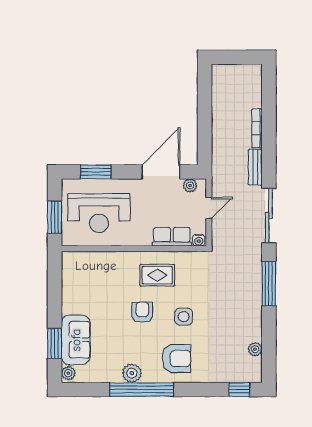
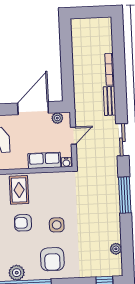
sliding door: (269, 216) -> (122, 140), width x0.73
rug: (157, 275) -> (19, 190), moved, turned 90
armchair: (142, 312) -> (23, 223), turned -90
armchair: (176, 358) -> (52, 259), turned 90

